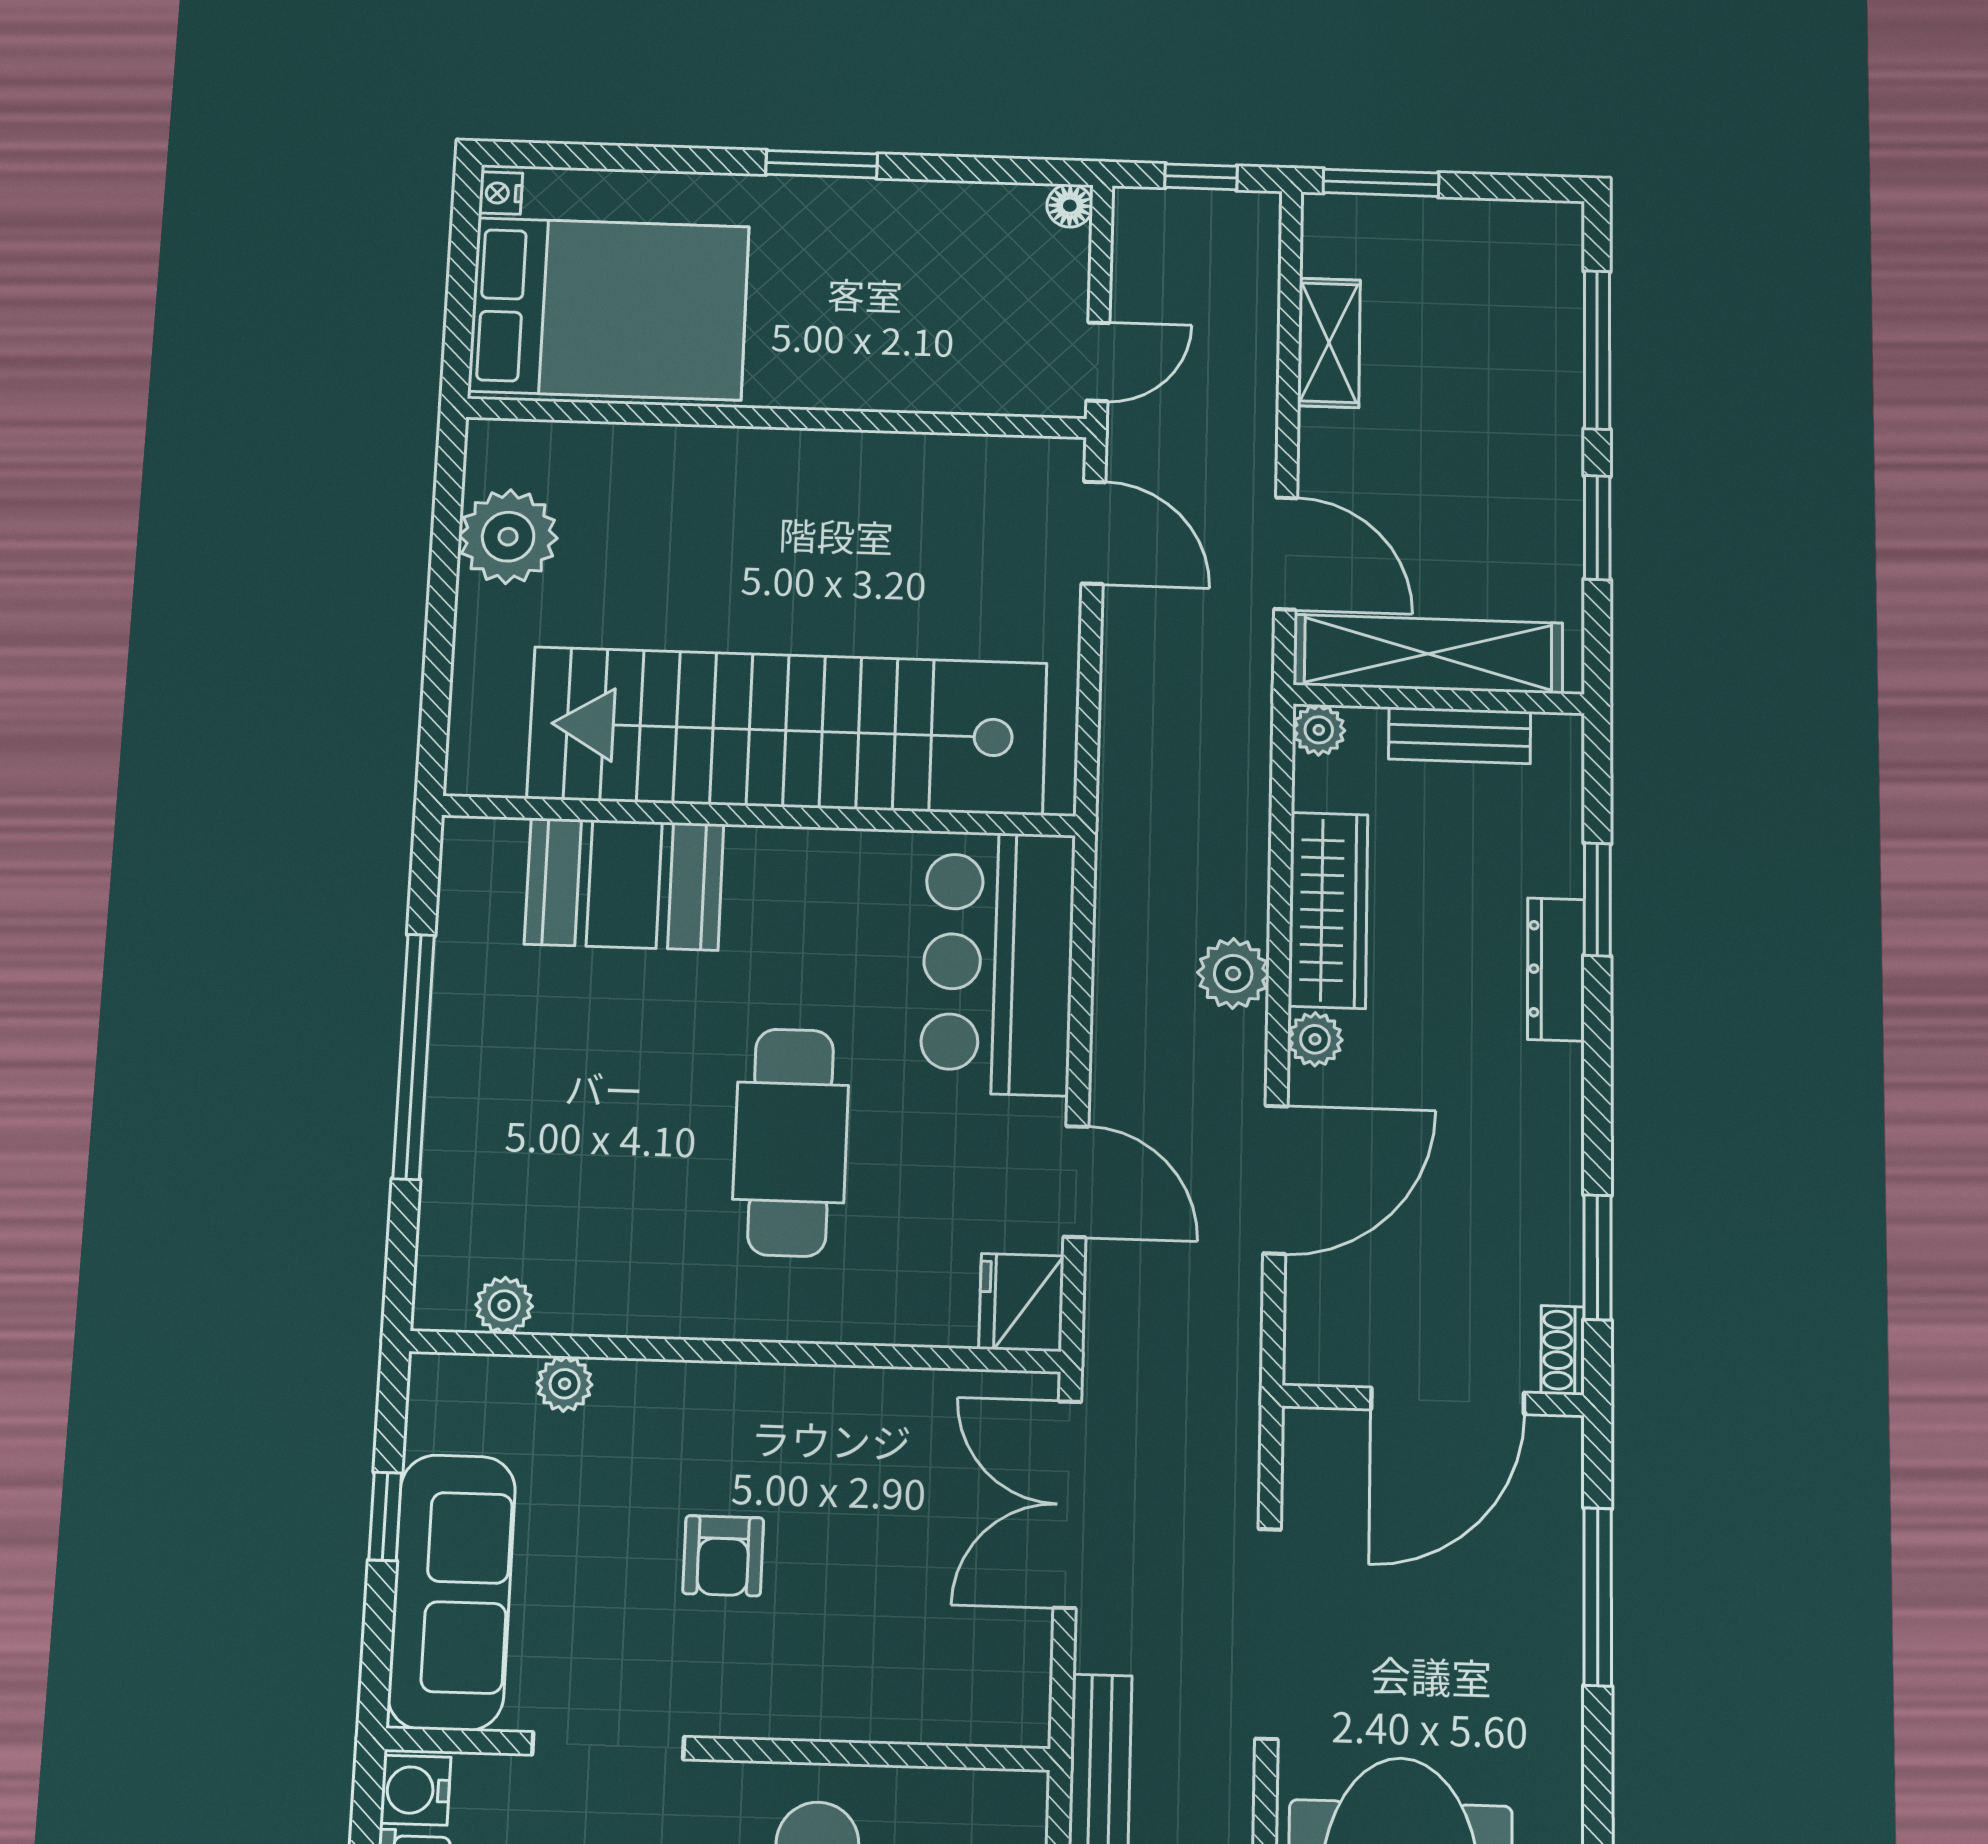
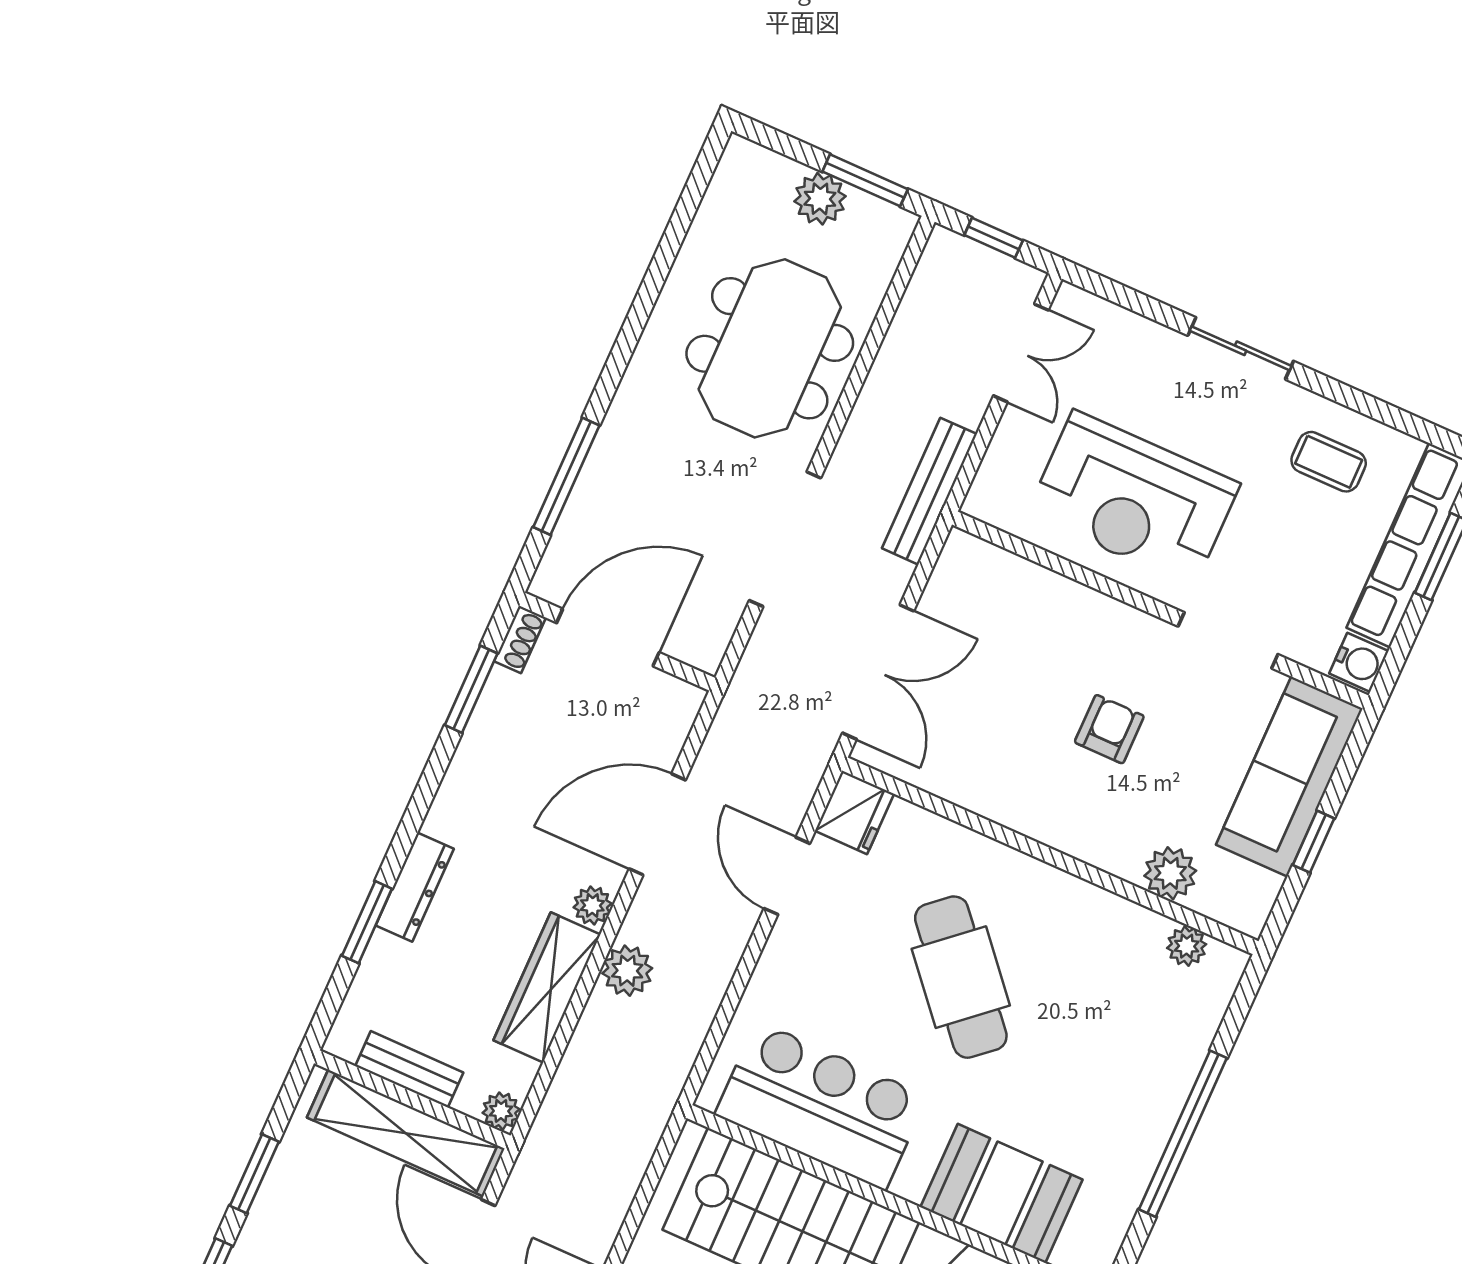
bar counter: (998, 963) -> (821, 1106), moved, turned -90
cafe table: (791, 1142) -> (961, 977), turned -41
plant: (565, 1384) -> (1170, 873), width x1.38, depth x1.38

